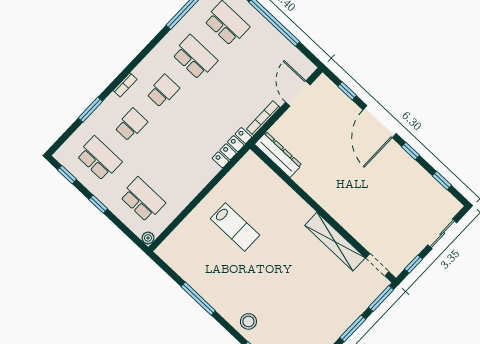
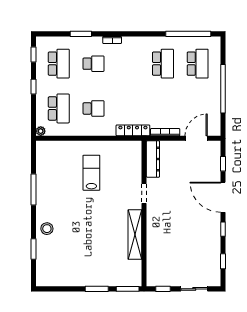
school desk: (163, 91) -> (93, 108), moved
door: (380, 122) -> (223, 197), hinge flipped
lab bench: (235, 227) -> (91, 173), turned 180
doorway: (377, 265) -> (144, 194), moved

